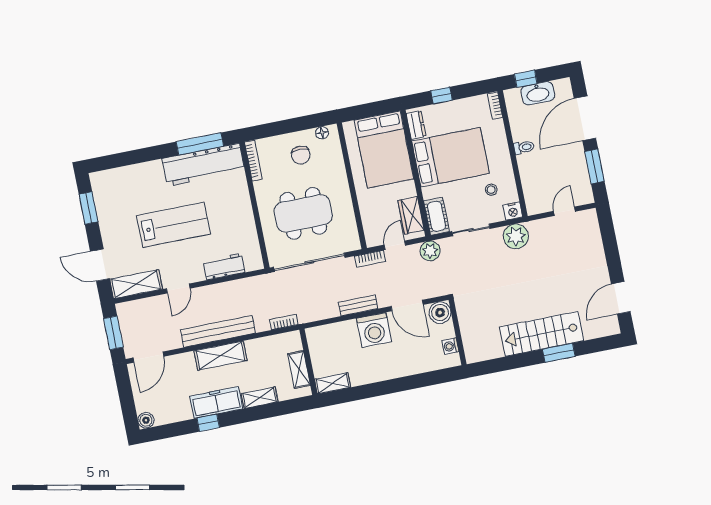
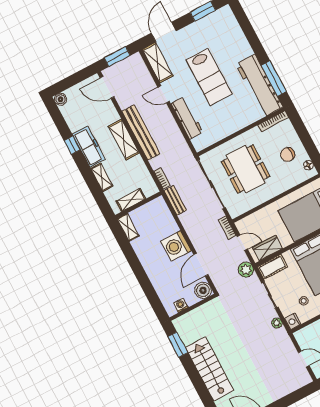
plant: (516, 236) -> (277, 323), width x0.53, depth x0.53
workbench: (224, 267) -> (187, 118), width x1.38
bench: (358, 305) -> (175, 200), moved
window: (559, 353) -> (178, 345), moved

